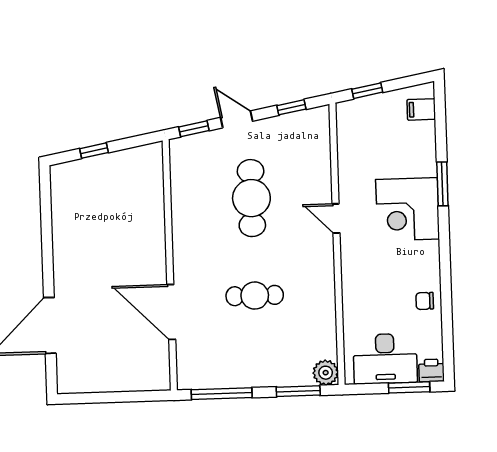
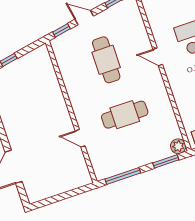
cafe table: (255, 296) -> (125, 115), width x1.37, depth x1.35
door: (171, 312) -> (80, 138), width x0.53

